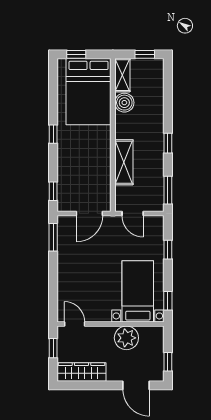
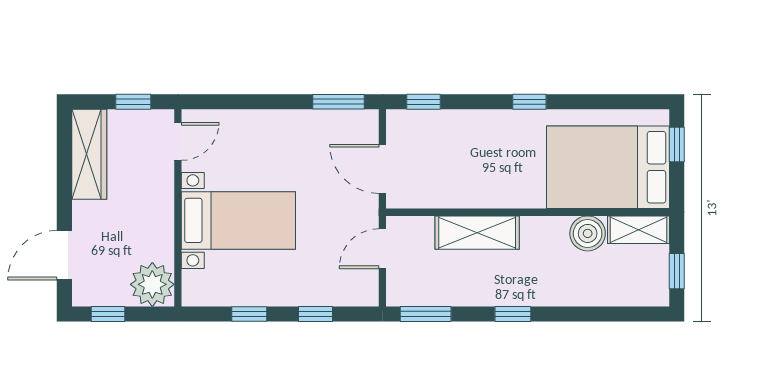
bed with nightstands: (138, 291) -> (238, 220), moved
window: (168, 301) -> (249, 314), moved
plant: (126, 338) -> (152, 284), moved

